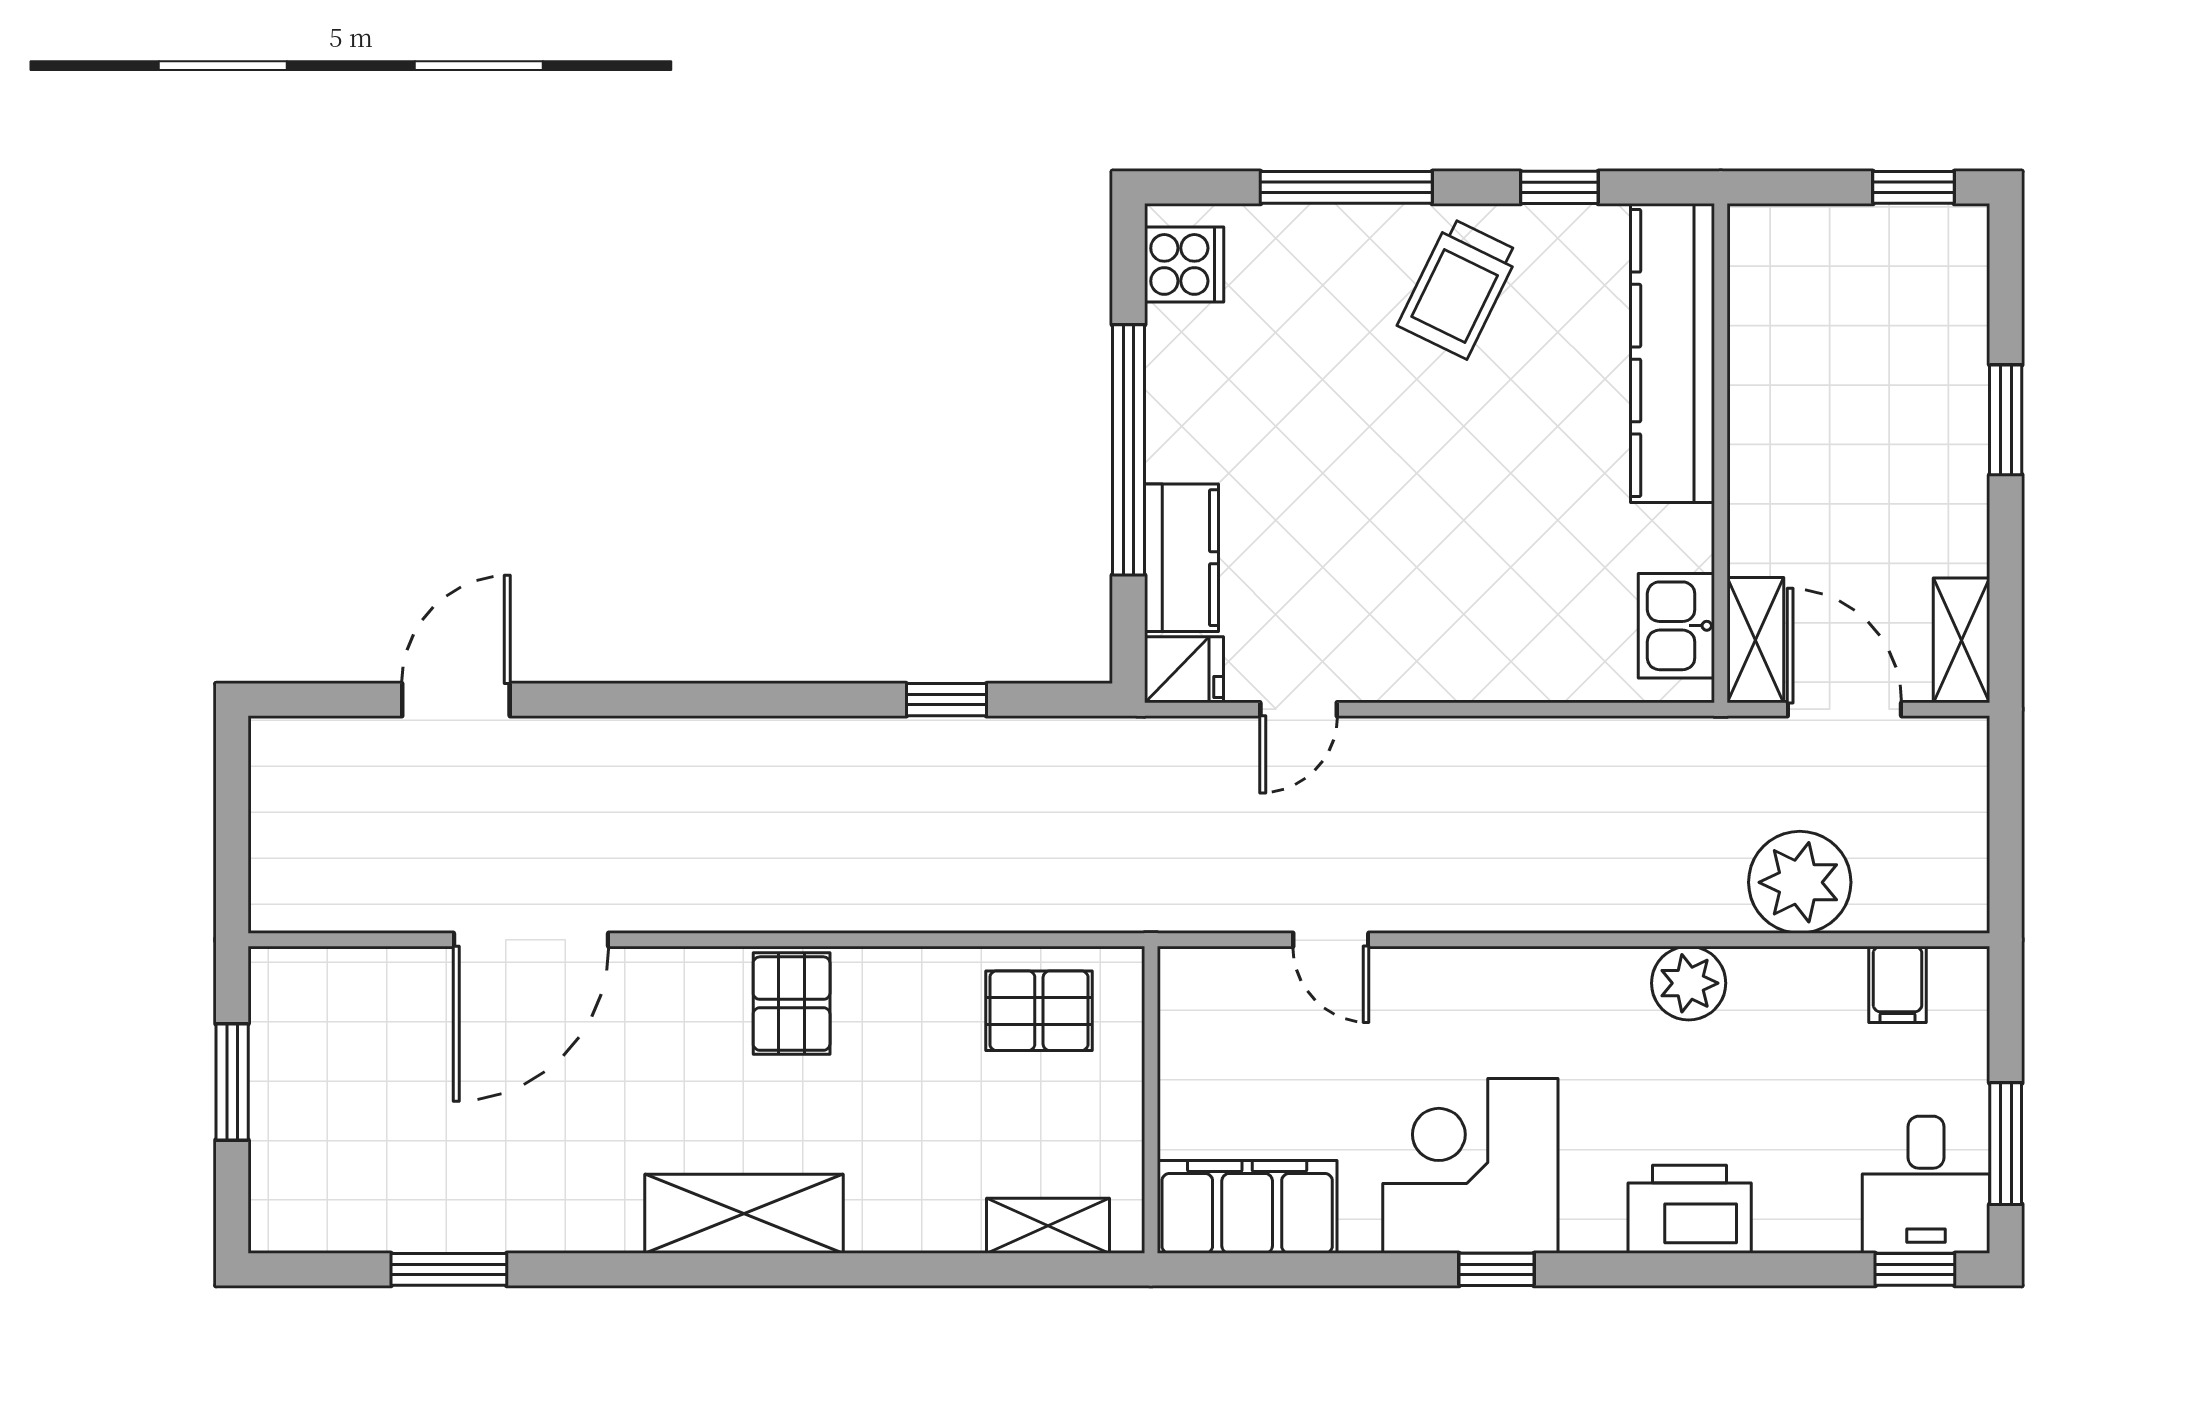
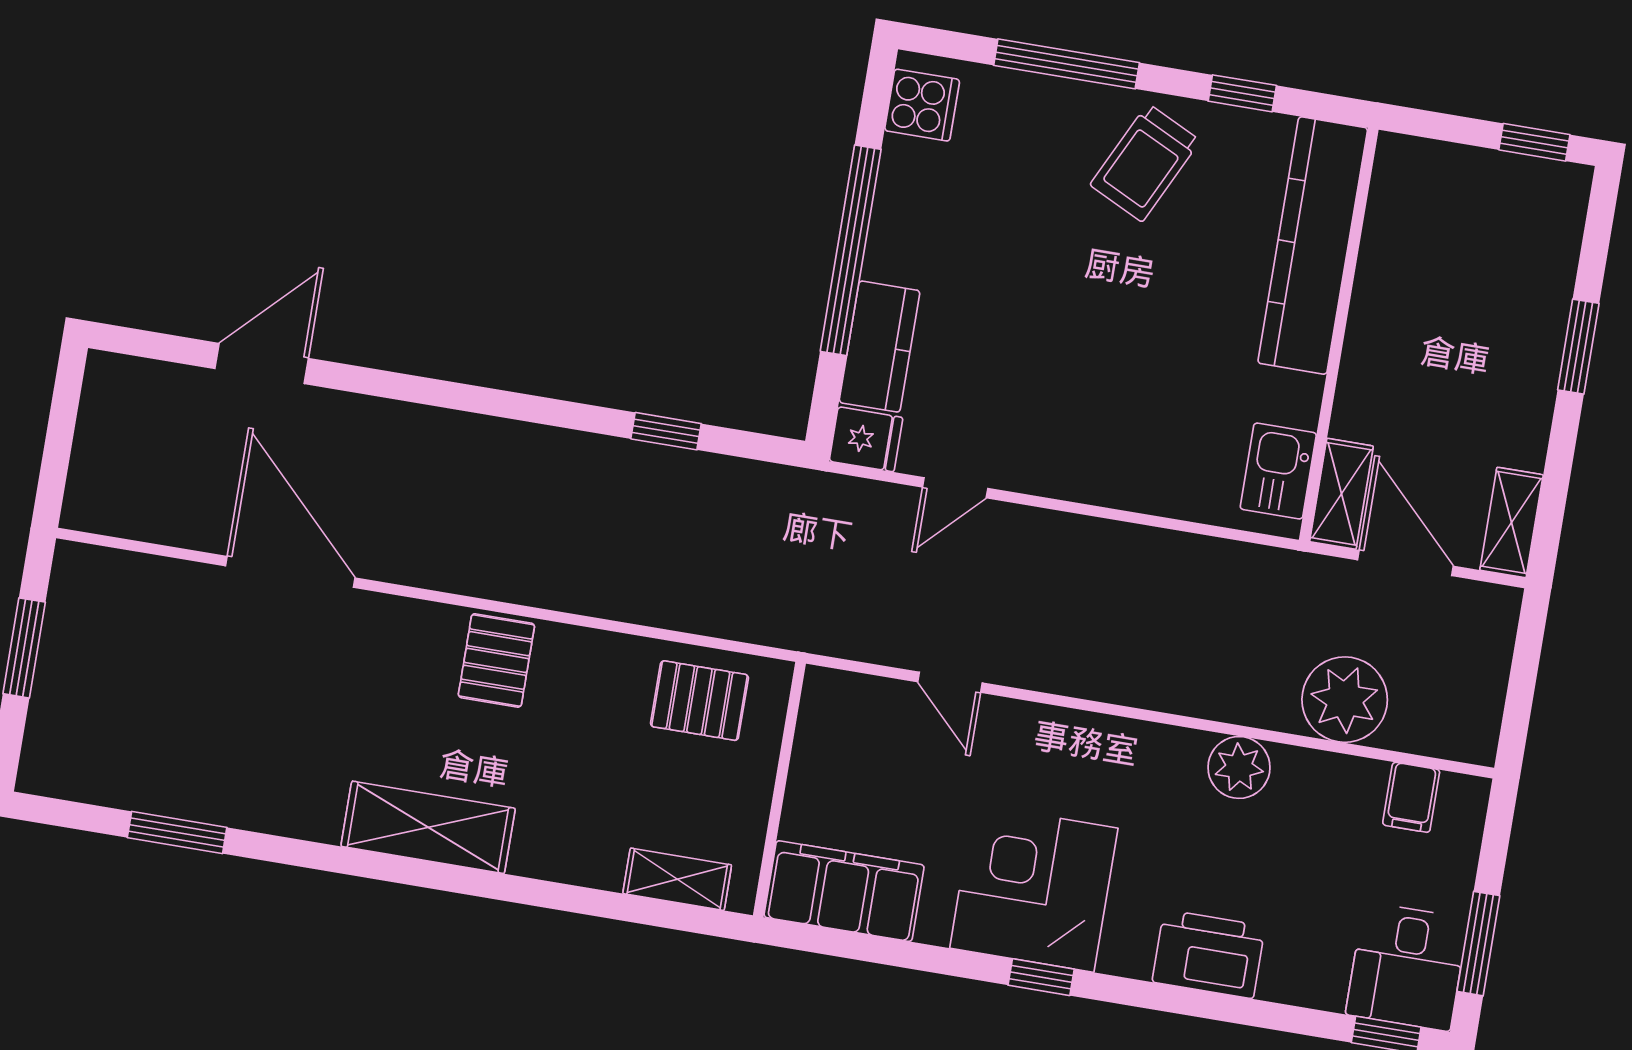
door: (531, 940) -> (290, 572), swing flipped

